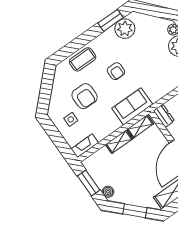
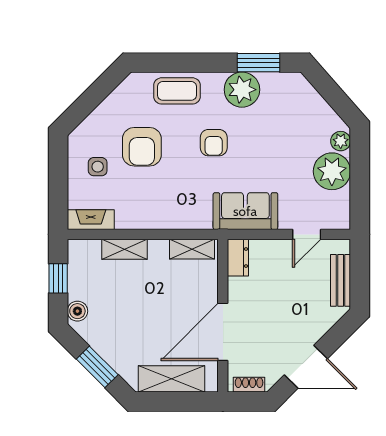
plant: (125, 29) -> (242, 90), moved
sofa: (132, 106) -> (245, 211), moved
shelving: (119, 142) -> (124, 249), moved
window: (89, 183) -> (58, 278), width x0.67

